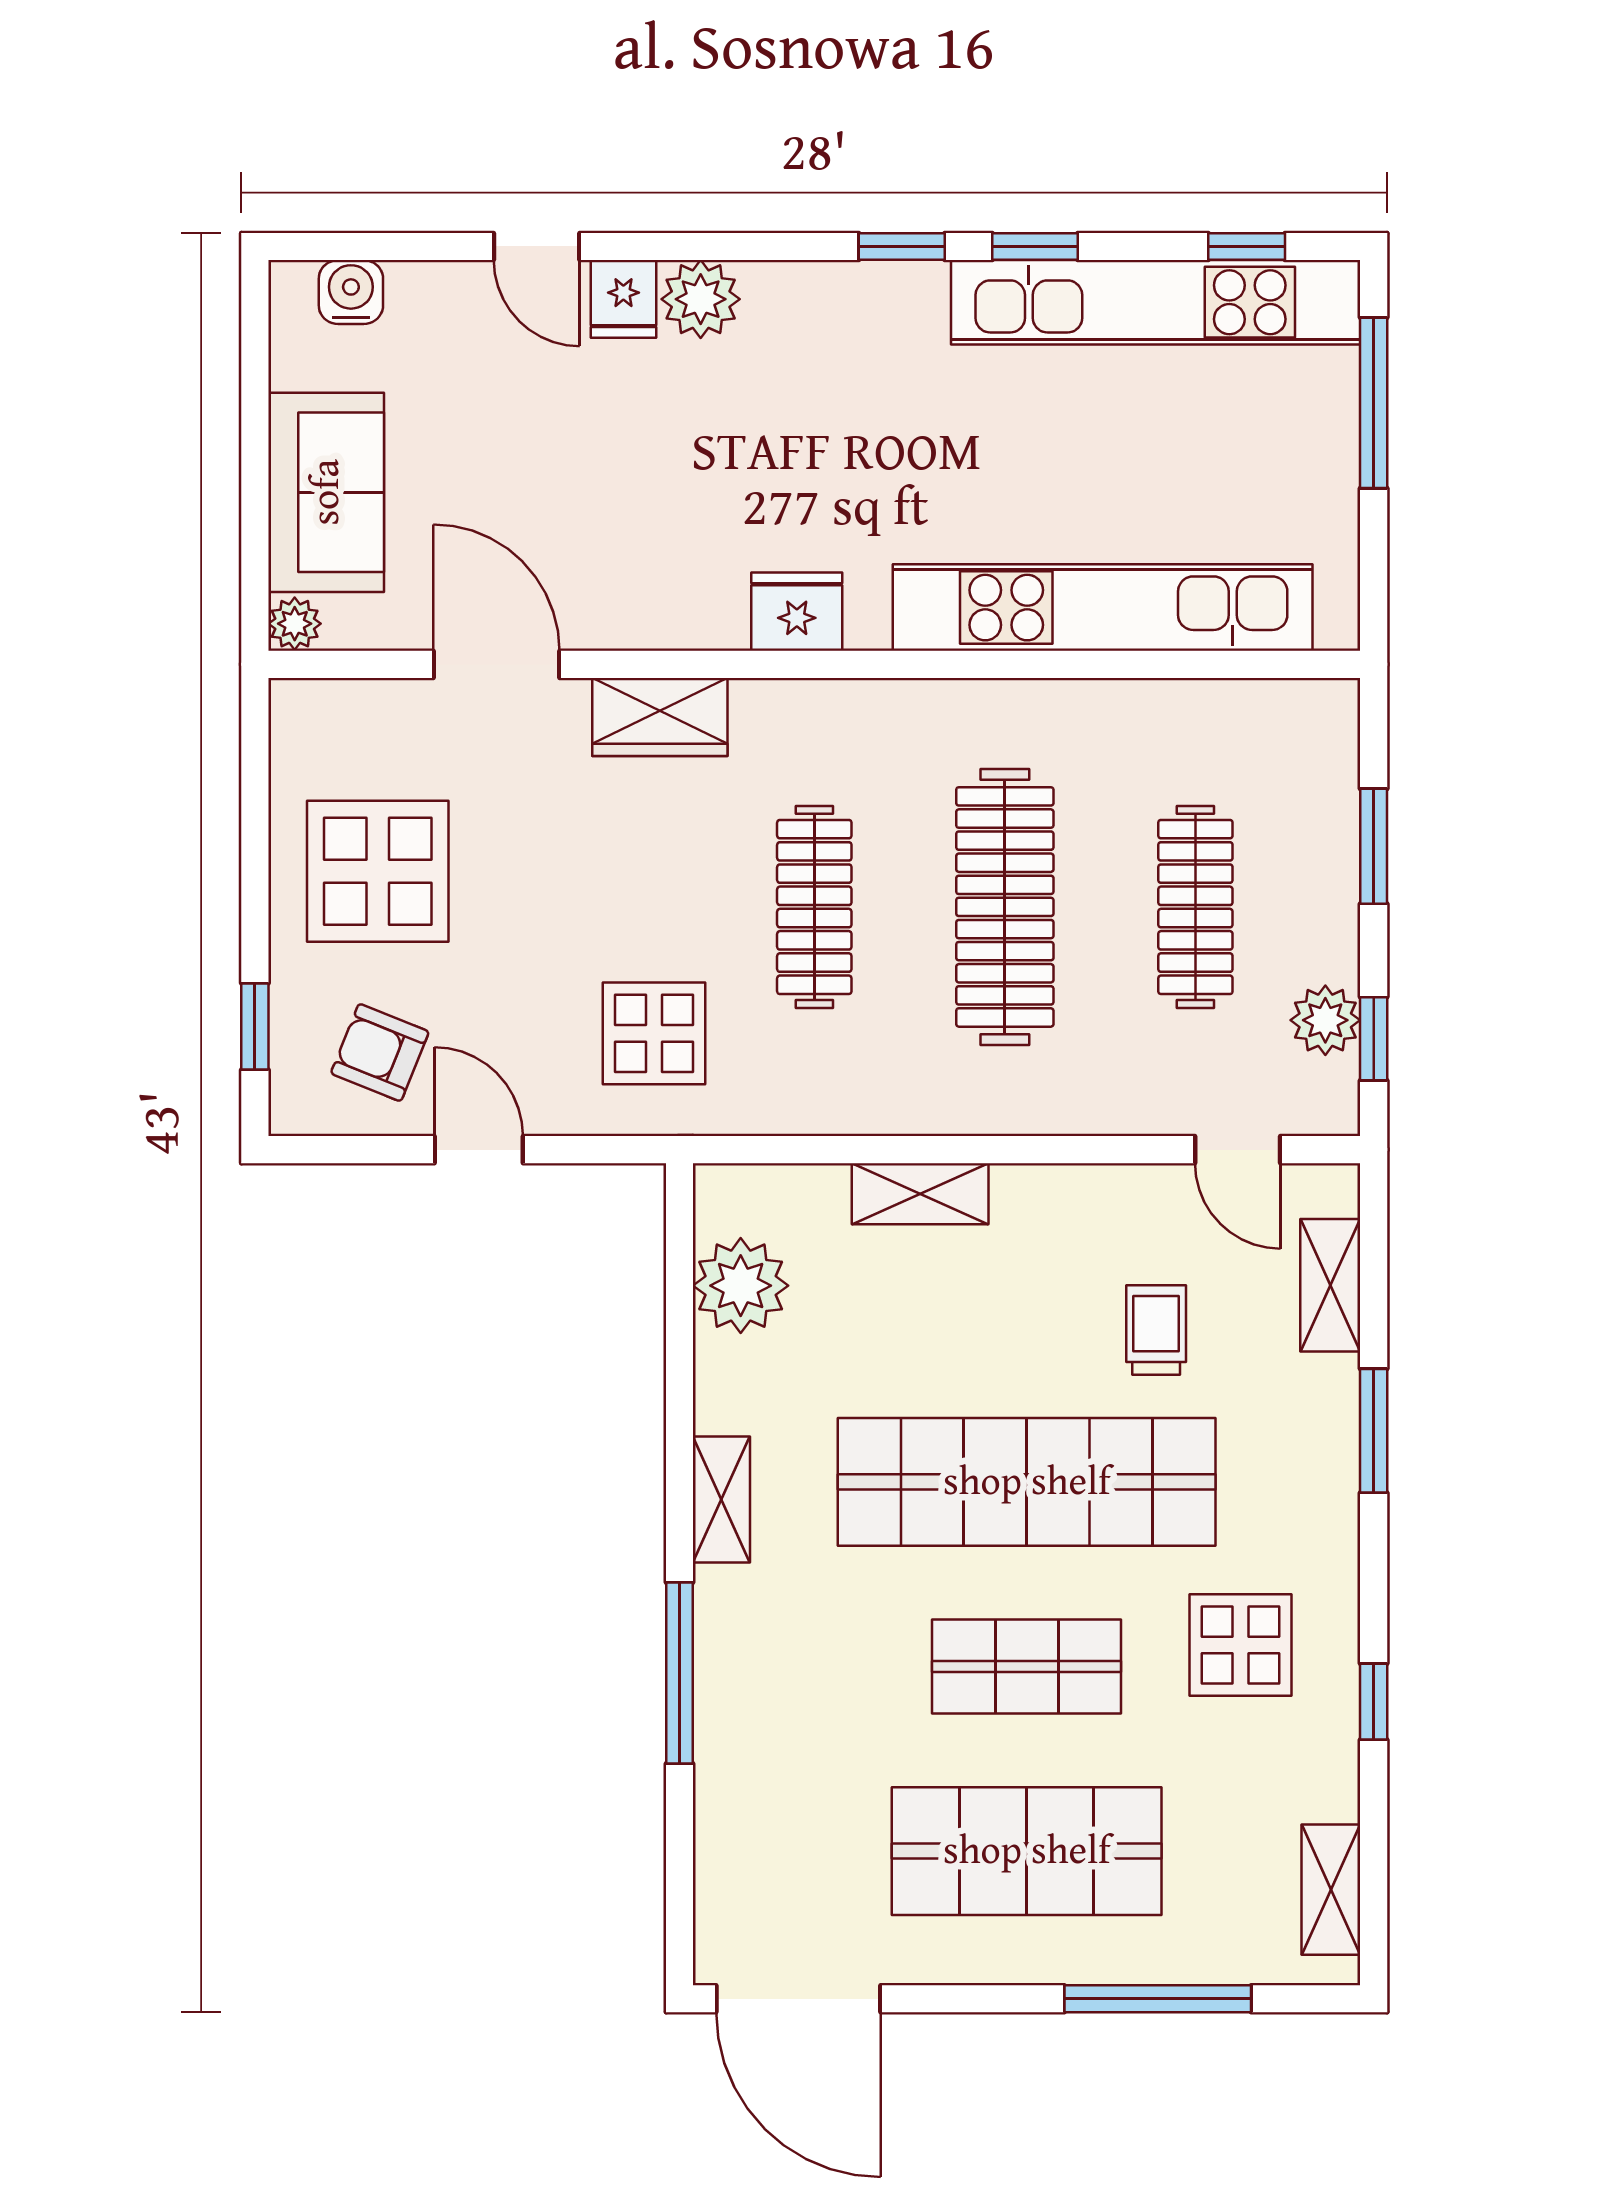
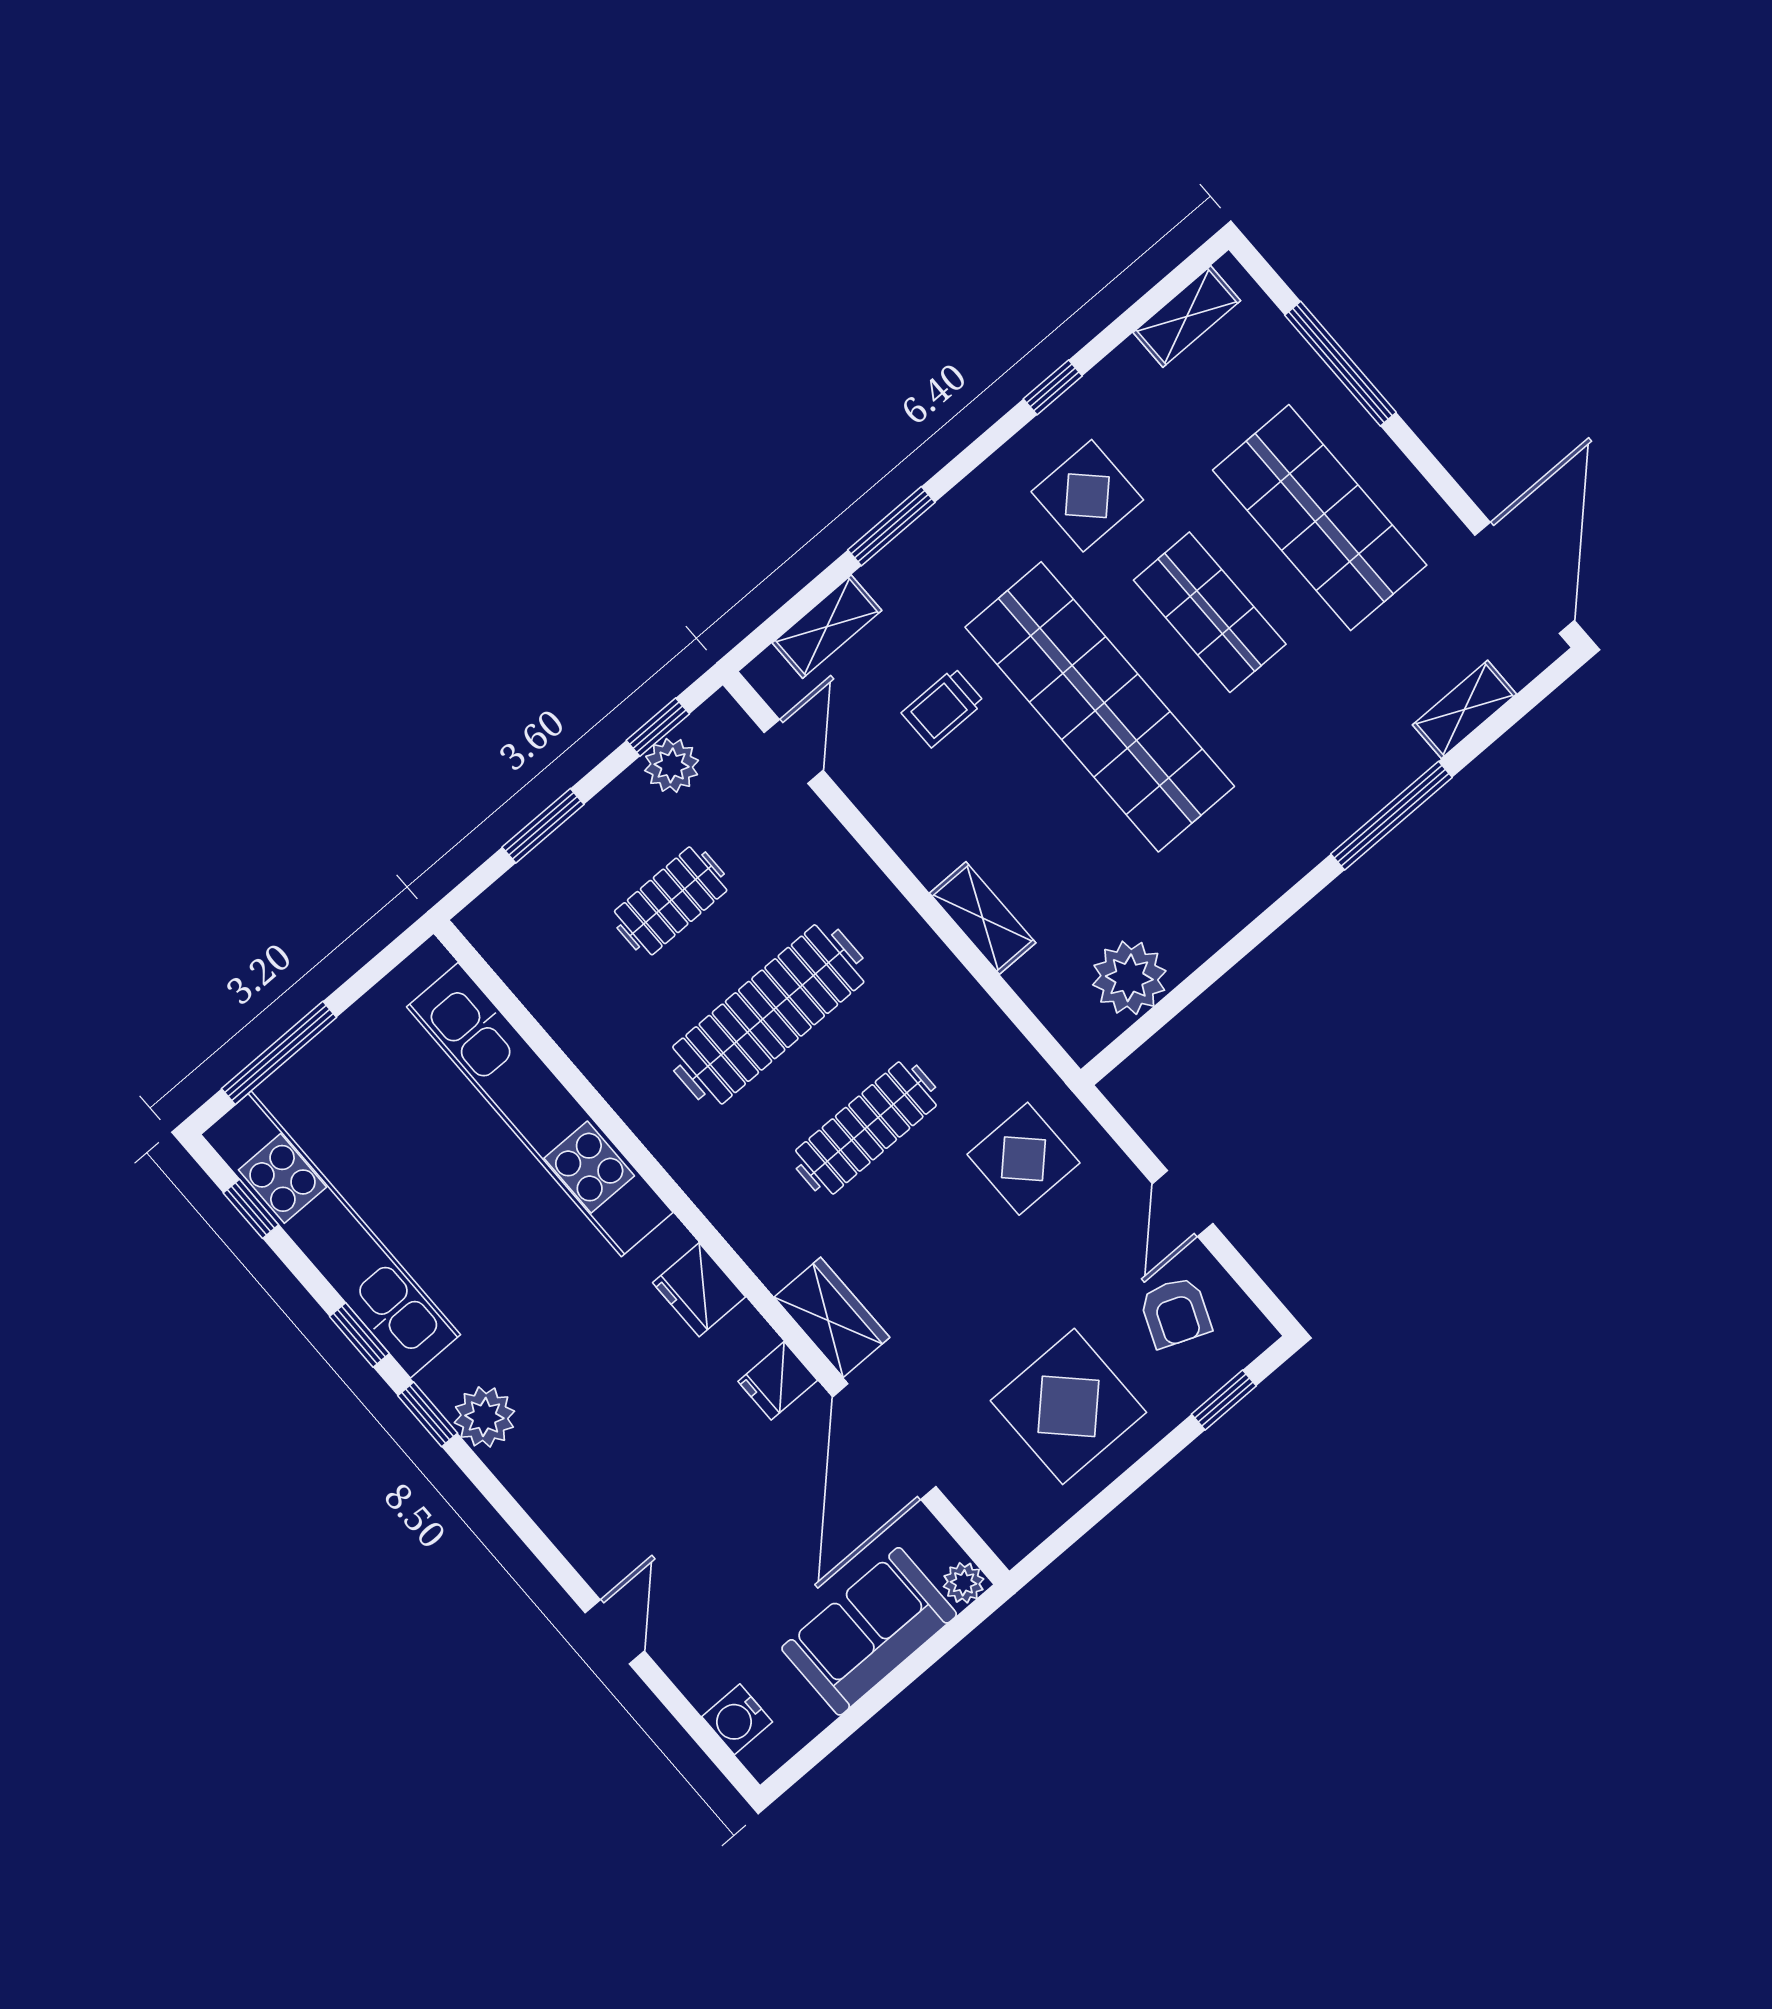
fridge: (623, 299) -> (778, 1381), moved, turned 180
plant: (701, 299) -> (484, 1417), moved
door: (496, 664) -> (884, 1442), width x1.36
clothes rail: (1195, 907) -> (671, 901), width x0.73
shelving: (721, 1499) -> (1464, 709), moved

